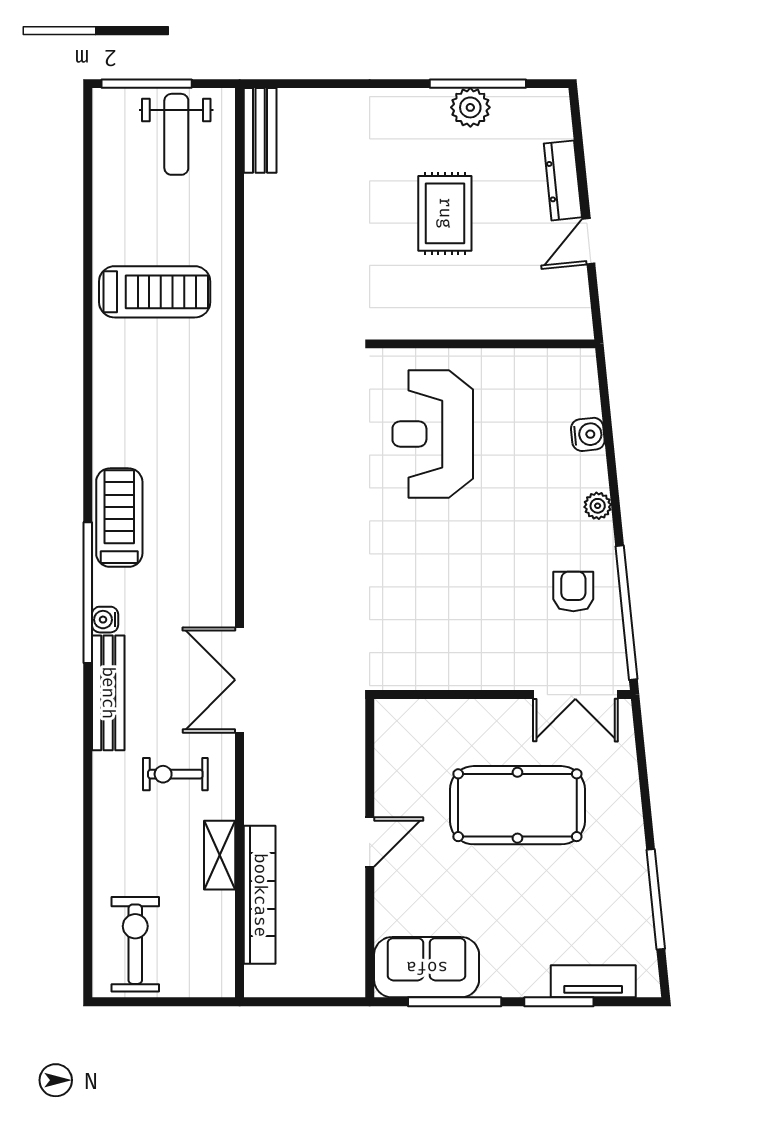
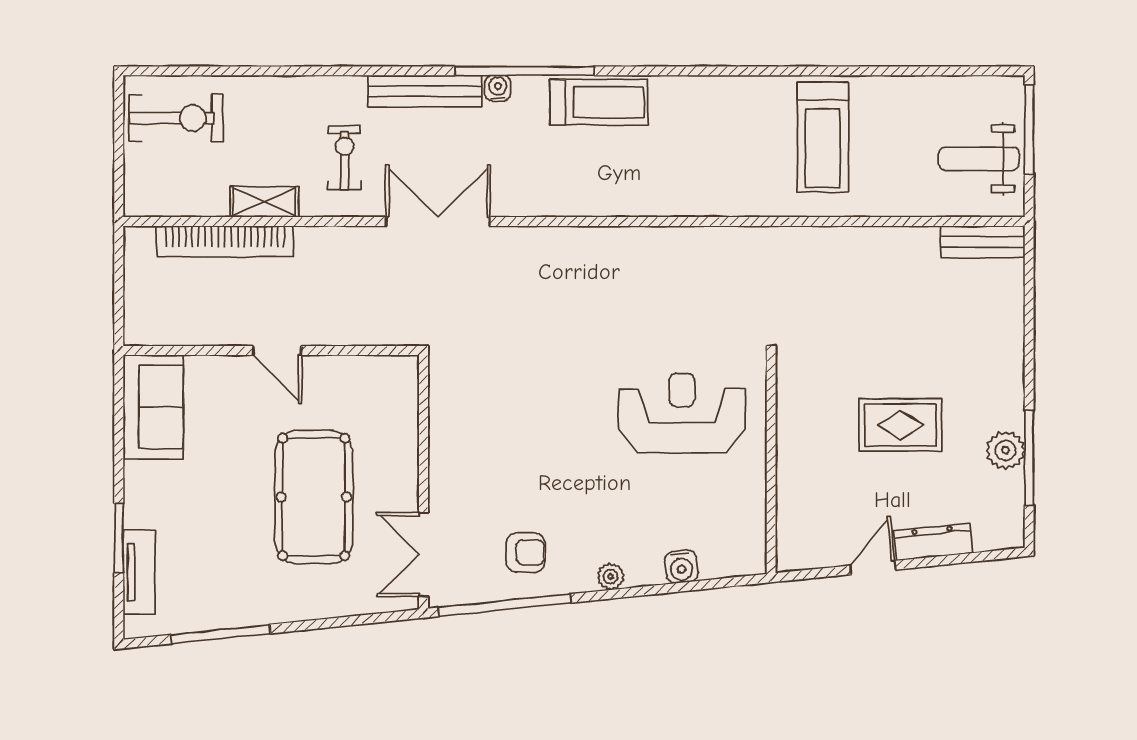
door: (589, 241) -> (873, 568), hinge flipped
window: (455, 1002) -> (119, 435), removed

